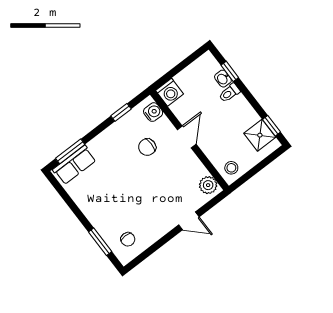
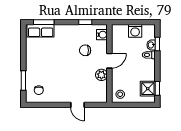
washing machine: (169, 92) -> (135, 31), moved
plant: (208, 185) -> (101, 75), moved

